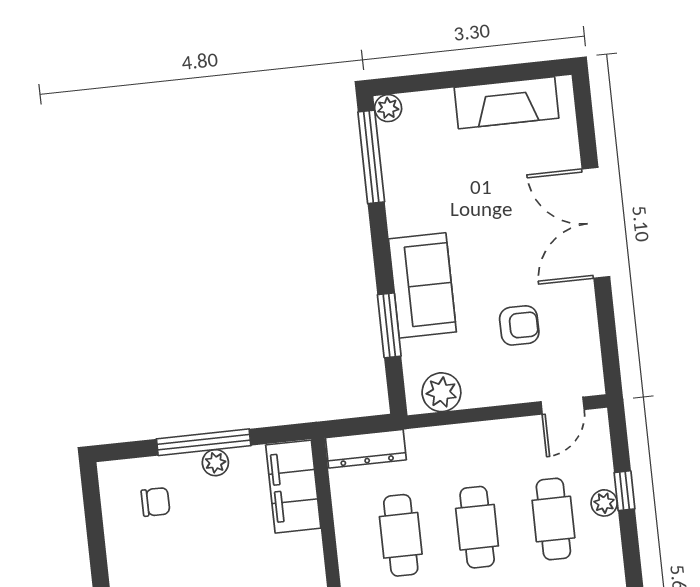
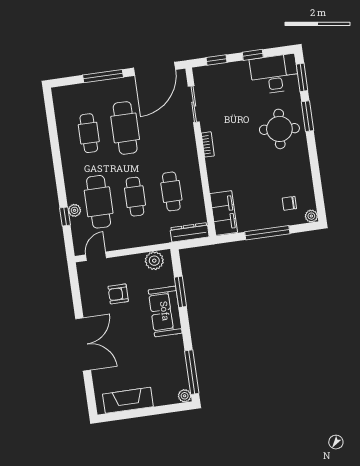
plant: (215, 463) -> (311, 216), moved
cafe table: (553, 519) -> (99, 202), width x1.37, depth x1.35

